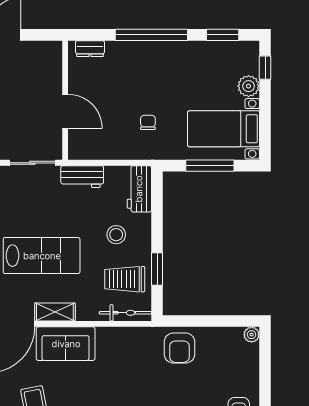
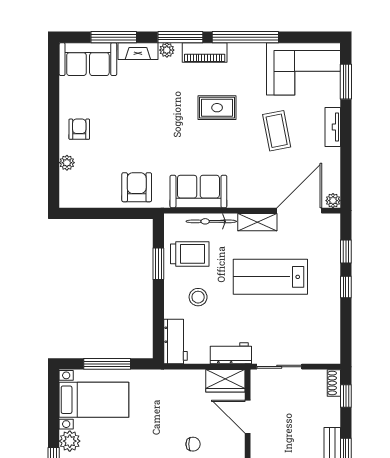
chair: (148, 122) -> (193, 444), moved, turned -90
wardrobe: (88, 148) -> (225, 381), added
bicycle: (125, 313) -> (211, 221), moved
plant: (252, 335) -> (67, 163), moved
sofa: (66, 344) -> (198, 191), moved

